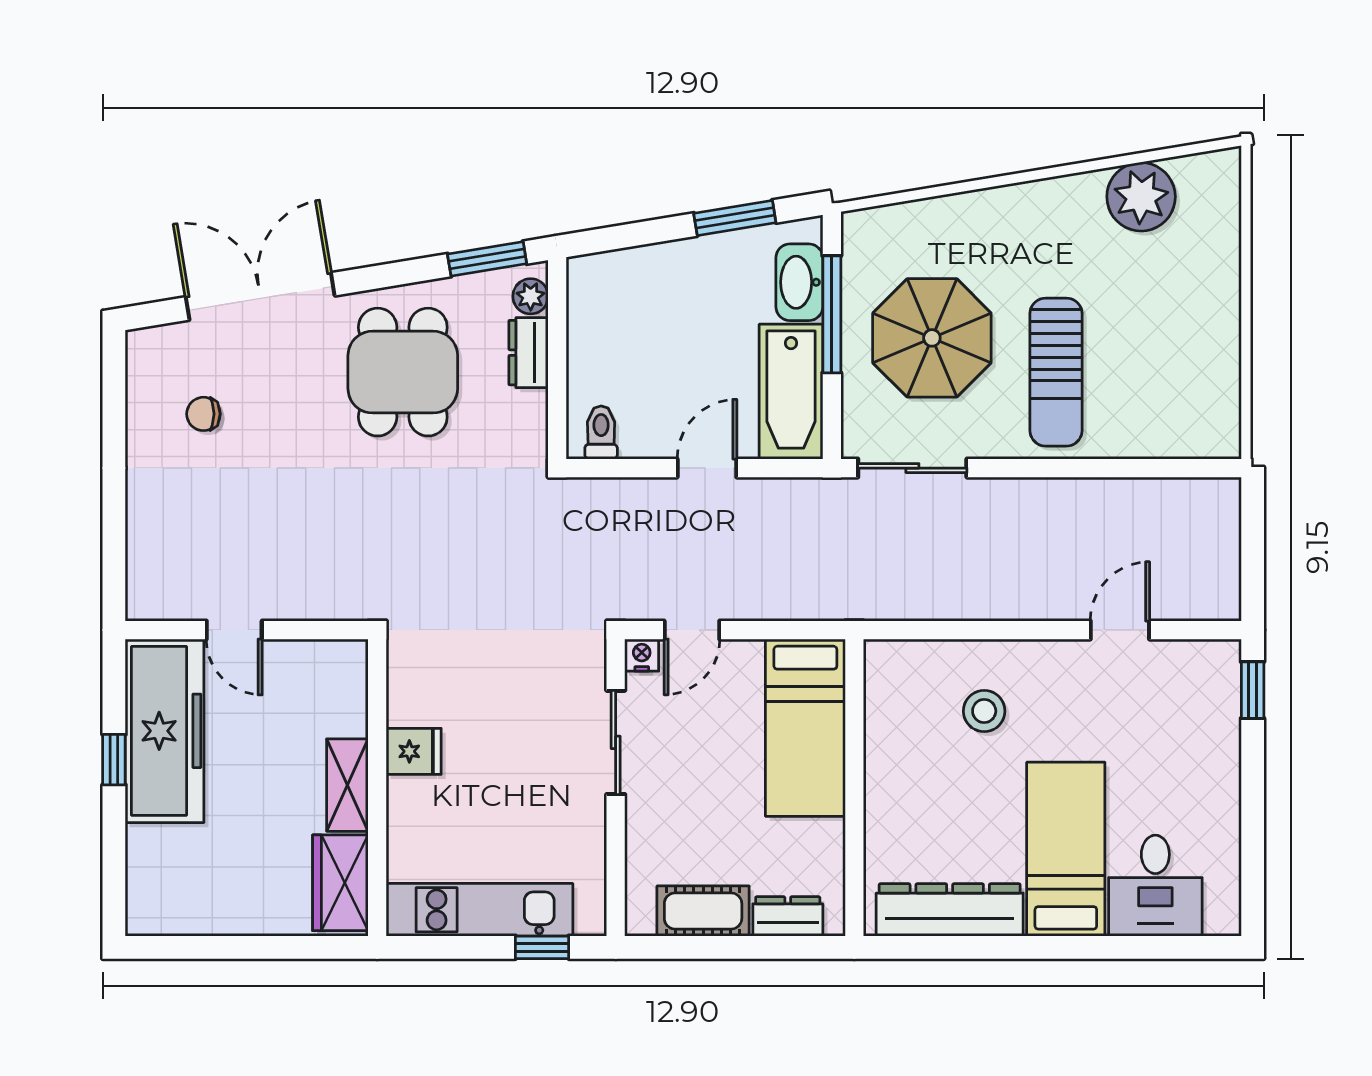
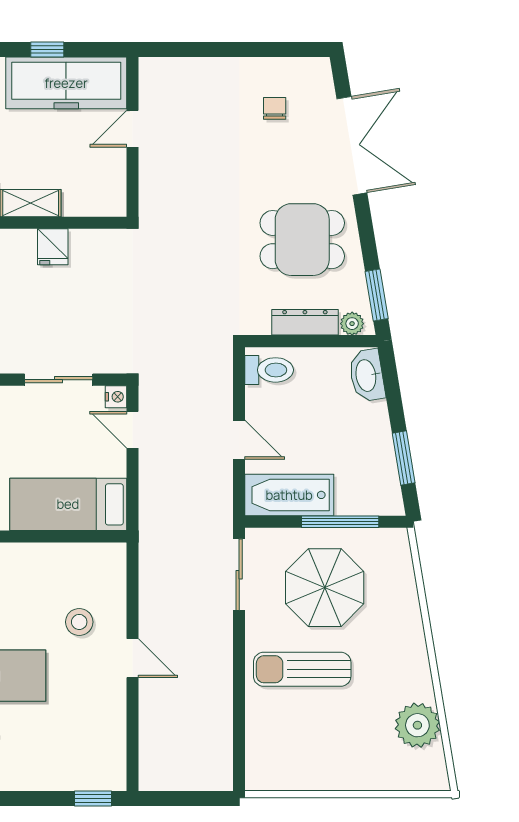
washbasin: (799, 282) -> (367, 375), moved, turned -99
dresser: (529, 353) -> (305, 322), width x1.44
toilet: (601, 432) -> (269, 370), width x1.37, depth x1.39
door: (1120, 630) -> (132, 658), moved

